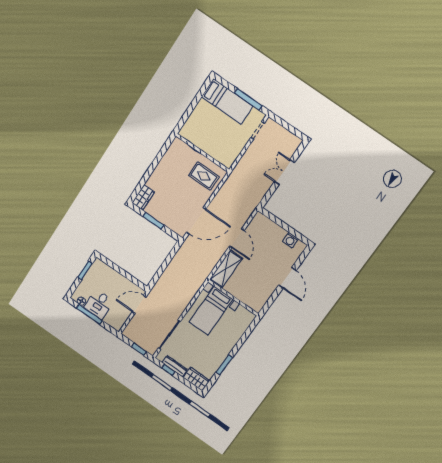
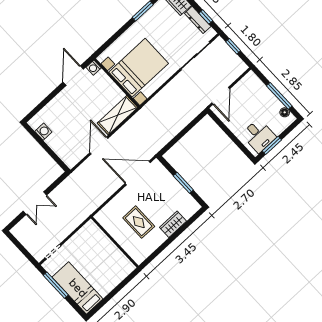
rug: (204, 176) -> (139, 222), moved
wardrobe: (143, 197) -> (173, 224), moved
door: (287, 278) -> (73, 76), moved
desk: (99, 304) -> (259, 136), moved, turned 90
door: (139, 304) -> (221, 96), hinge flipped
washing machine: (257, 307) -> (94, 68), added
bed with nightstands: (211, 311) -> (139, 68), width x1.36

